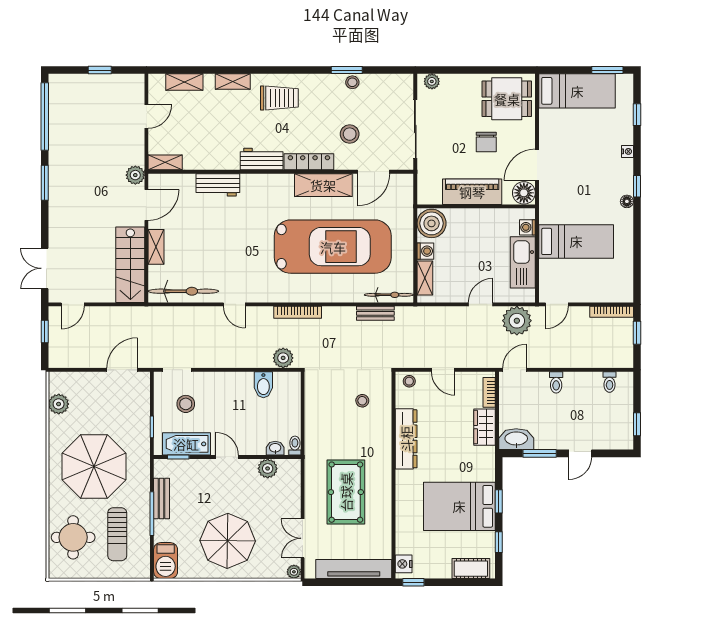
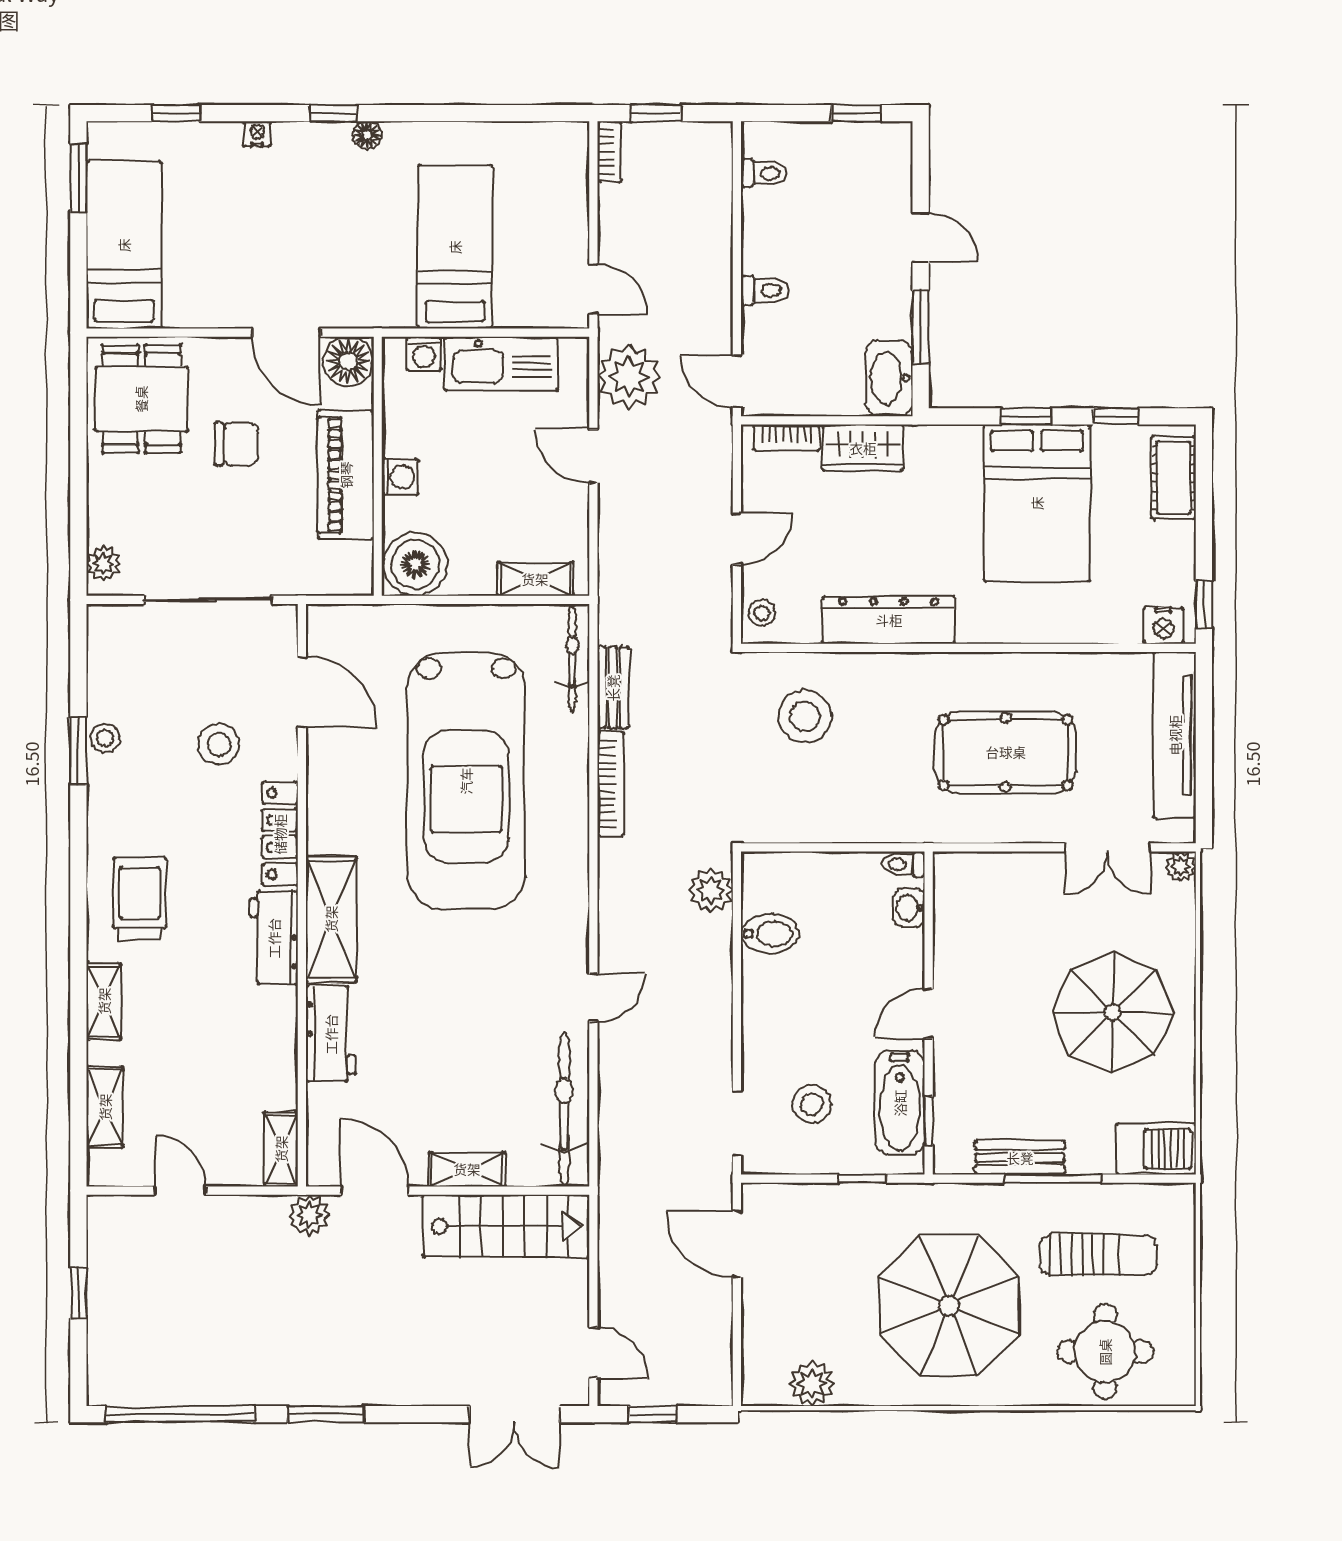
shelving: (323, 185) -> (331, 919), moved
car: (333, 247) -> (466, 781), turned 180
washing machine: (425, 251) -> (400, 477), moved, turned 90
bookcase: (298, 312) -> (611, 784), moved
bookcase: (612, 312) -> (609, 151), width x0.64
stool: (362, 401) -> (805, 716), width x1.89, depth x1.89
plant: (268, 468) -> (954, 924), removed

